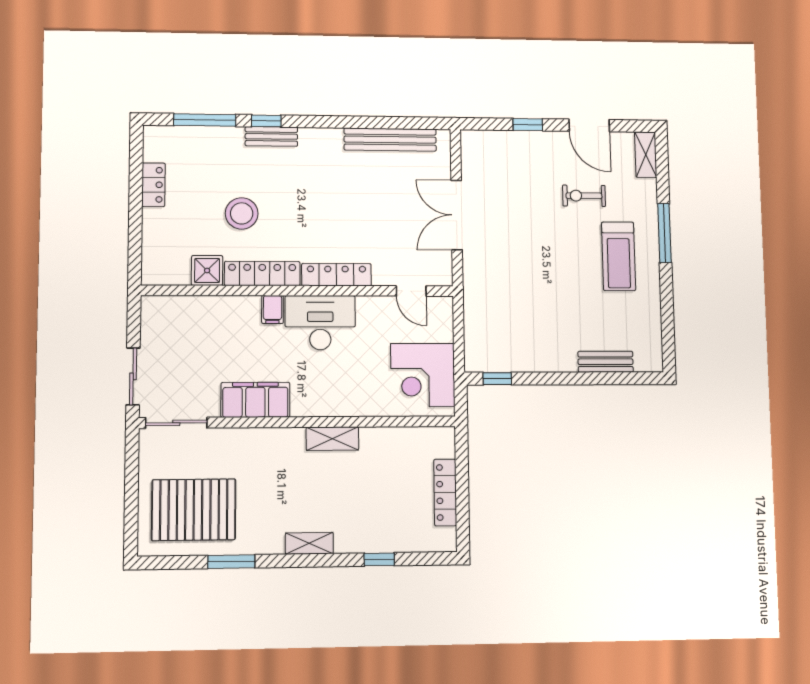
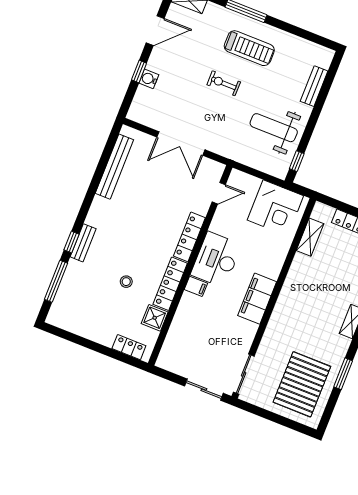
water cooler: (524, 141) -> (149, 79), added
locker: (153, 185) -> (129, 347), moved
exercise bike: (584, 196) -> (224, 83), moved, turned 90
stool: (242, 213) -> (126, 282), width x0.53, depth x0.53
weight bench: (529, 330) -> (274, 128), added
filing cabinet: (255, 400) -> (257, 299), moved
shelving: (332, 439) -> (310, 237), moved

